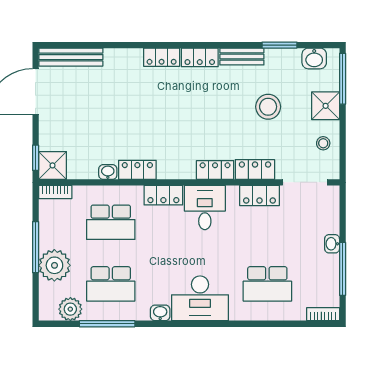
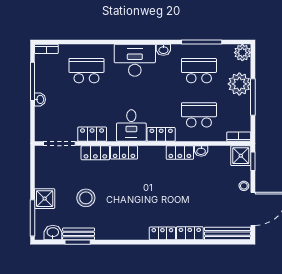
locker: (200, 57) -> (190, 233), moved
bench: (242, 57) -> (79, 234), moved
stool: (323, 143) -> (244, 186), moved
plant: (70, 309) -> (242, 53), moved

